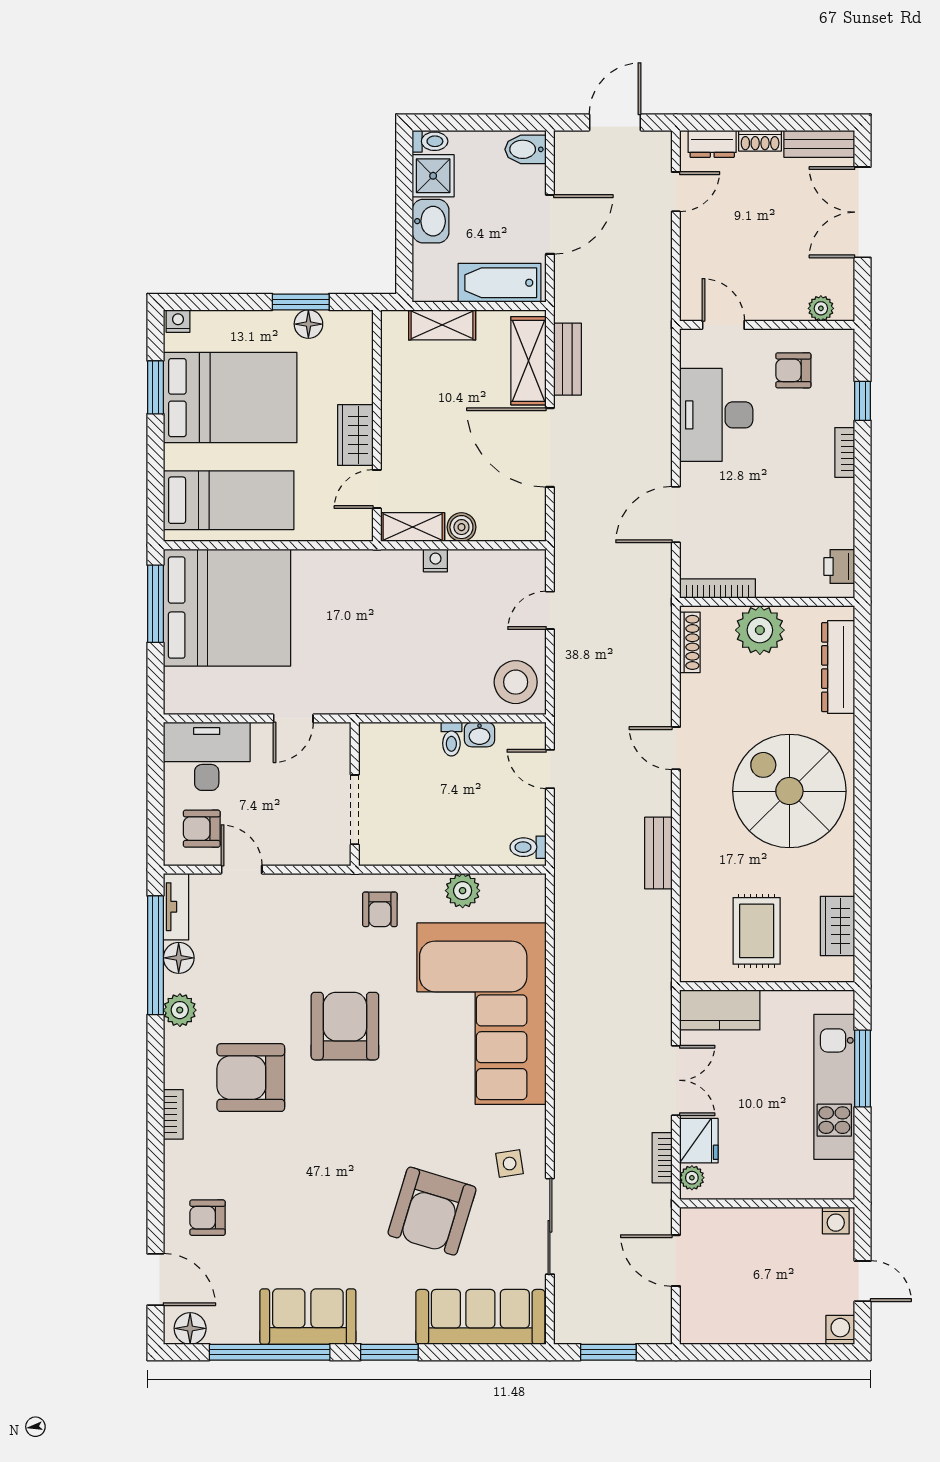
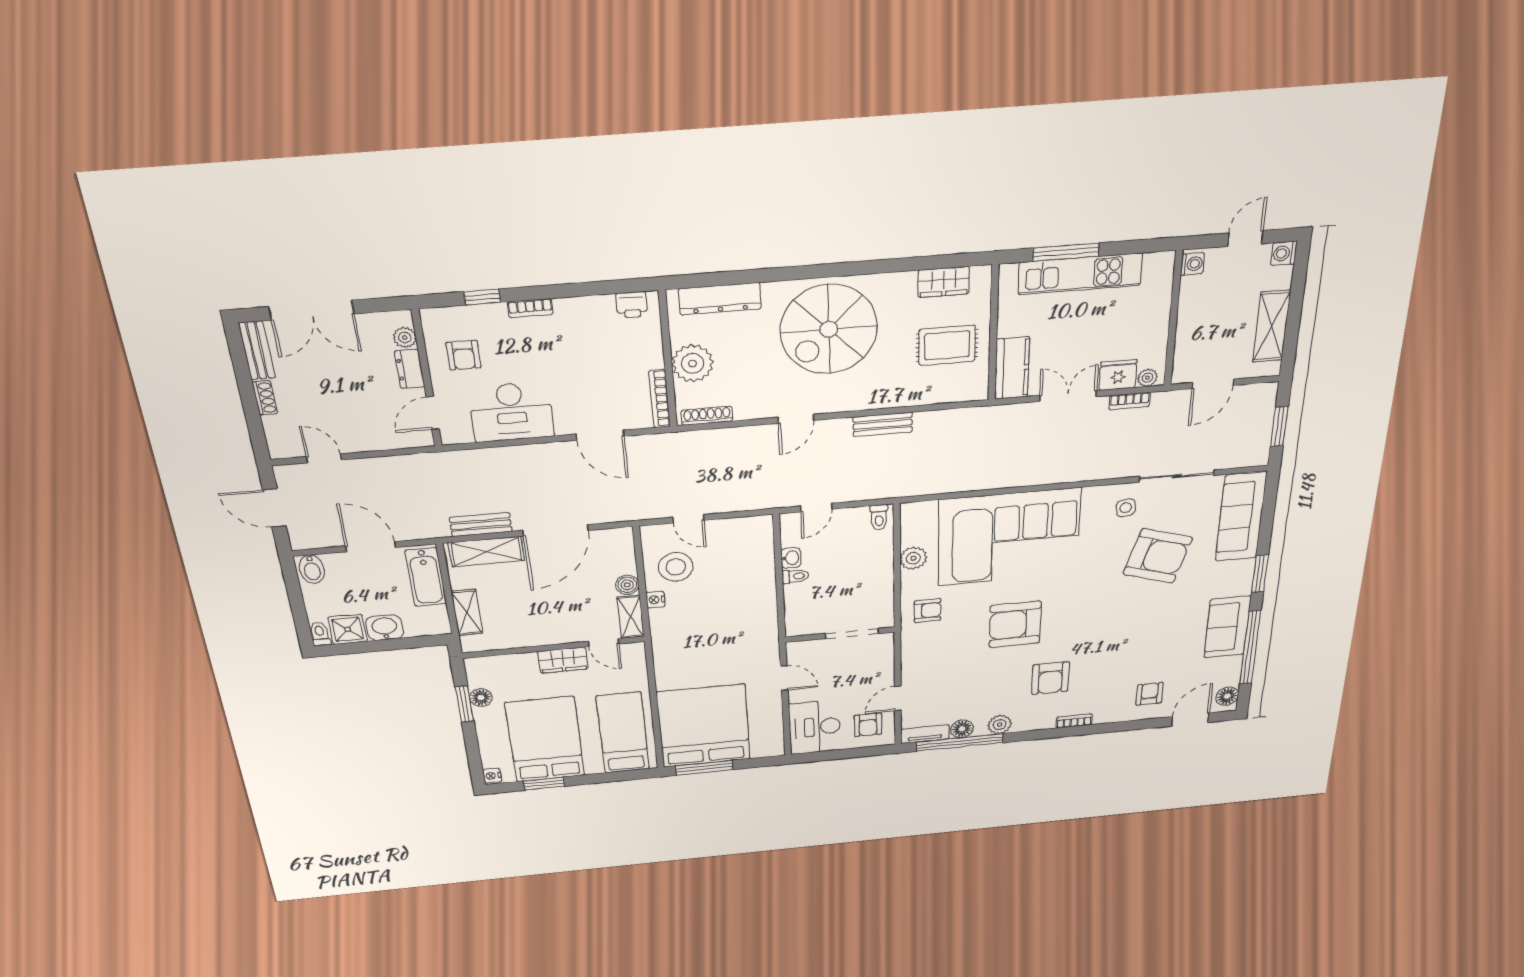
dresser: (712, 144) -> (410, 369), moved, turned 180
stool: (516, 682) -> (676, 567), moved
armchair: (251, 1078) -> (1050, 678), width x0.73, depth x0.73
armchair: (207, 1218) -> (1150, 694), turned 180
shelving: (747, 1326) -> (1272, 326), added

